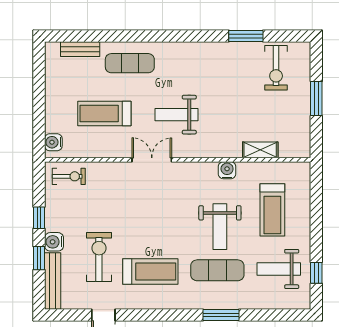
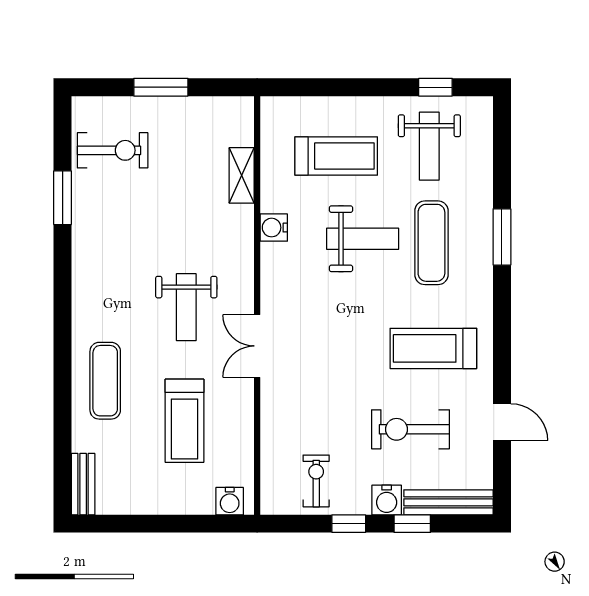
bench: (80, 49) -> (83, 484), moved
exercise bike: (69, 176) -> (316, 481), moved
treadmill: (150, 272) -> (433, 348), turned -90

